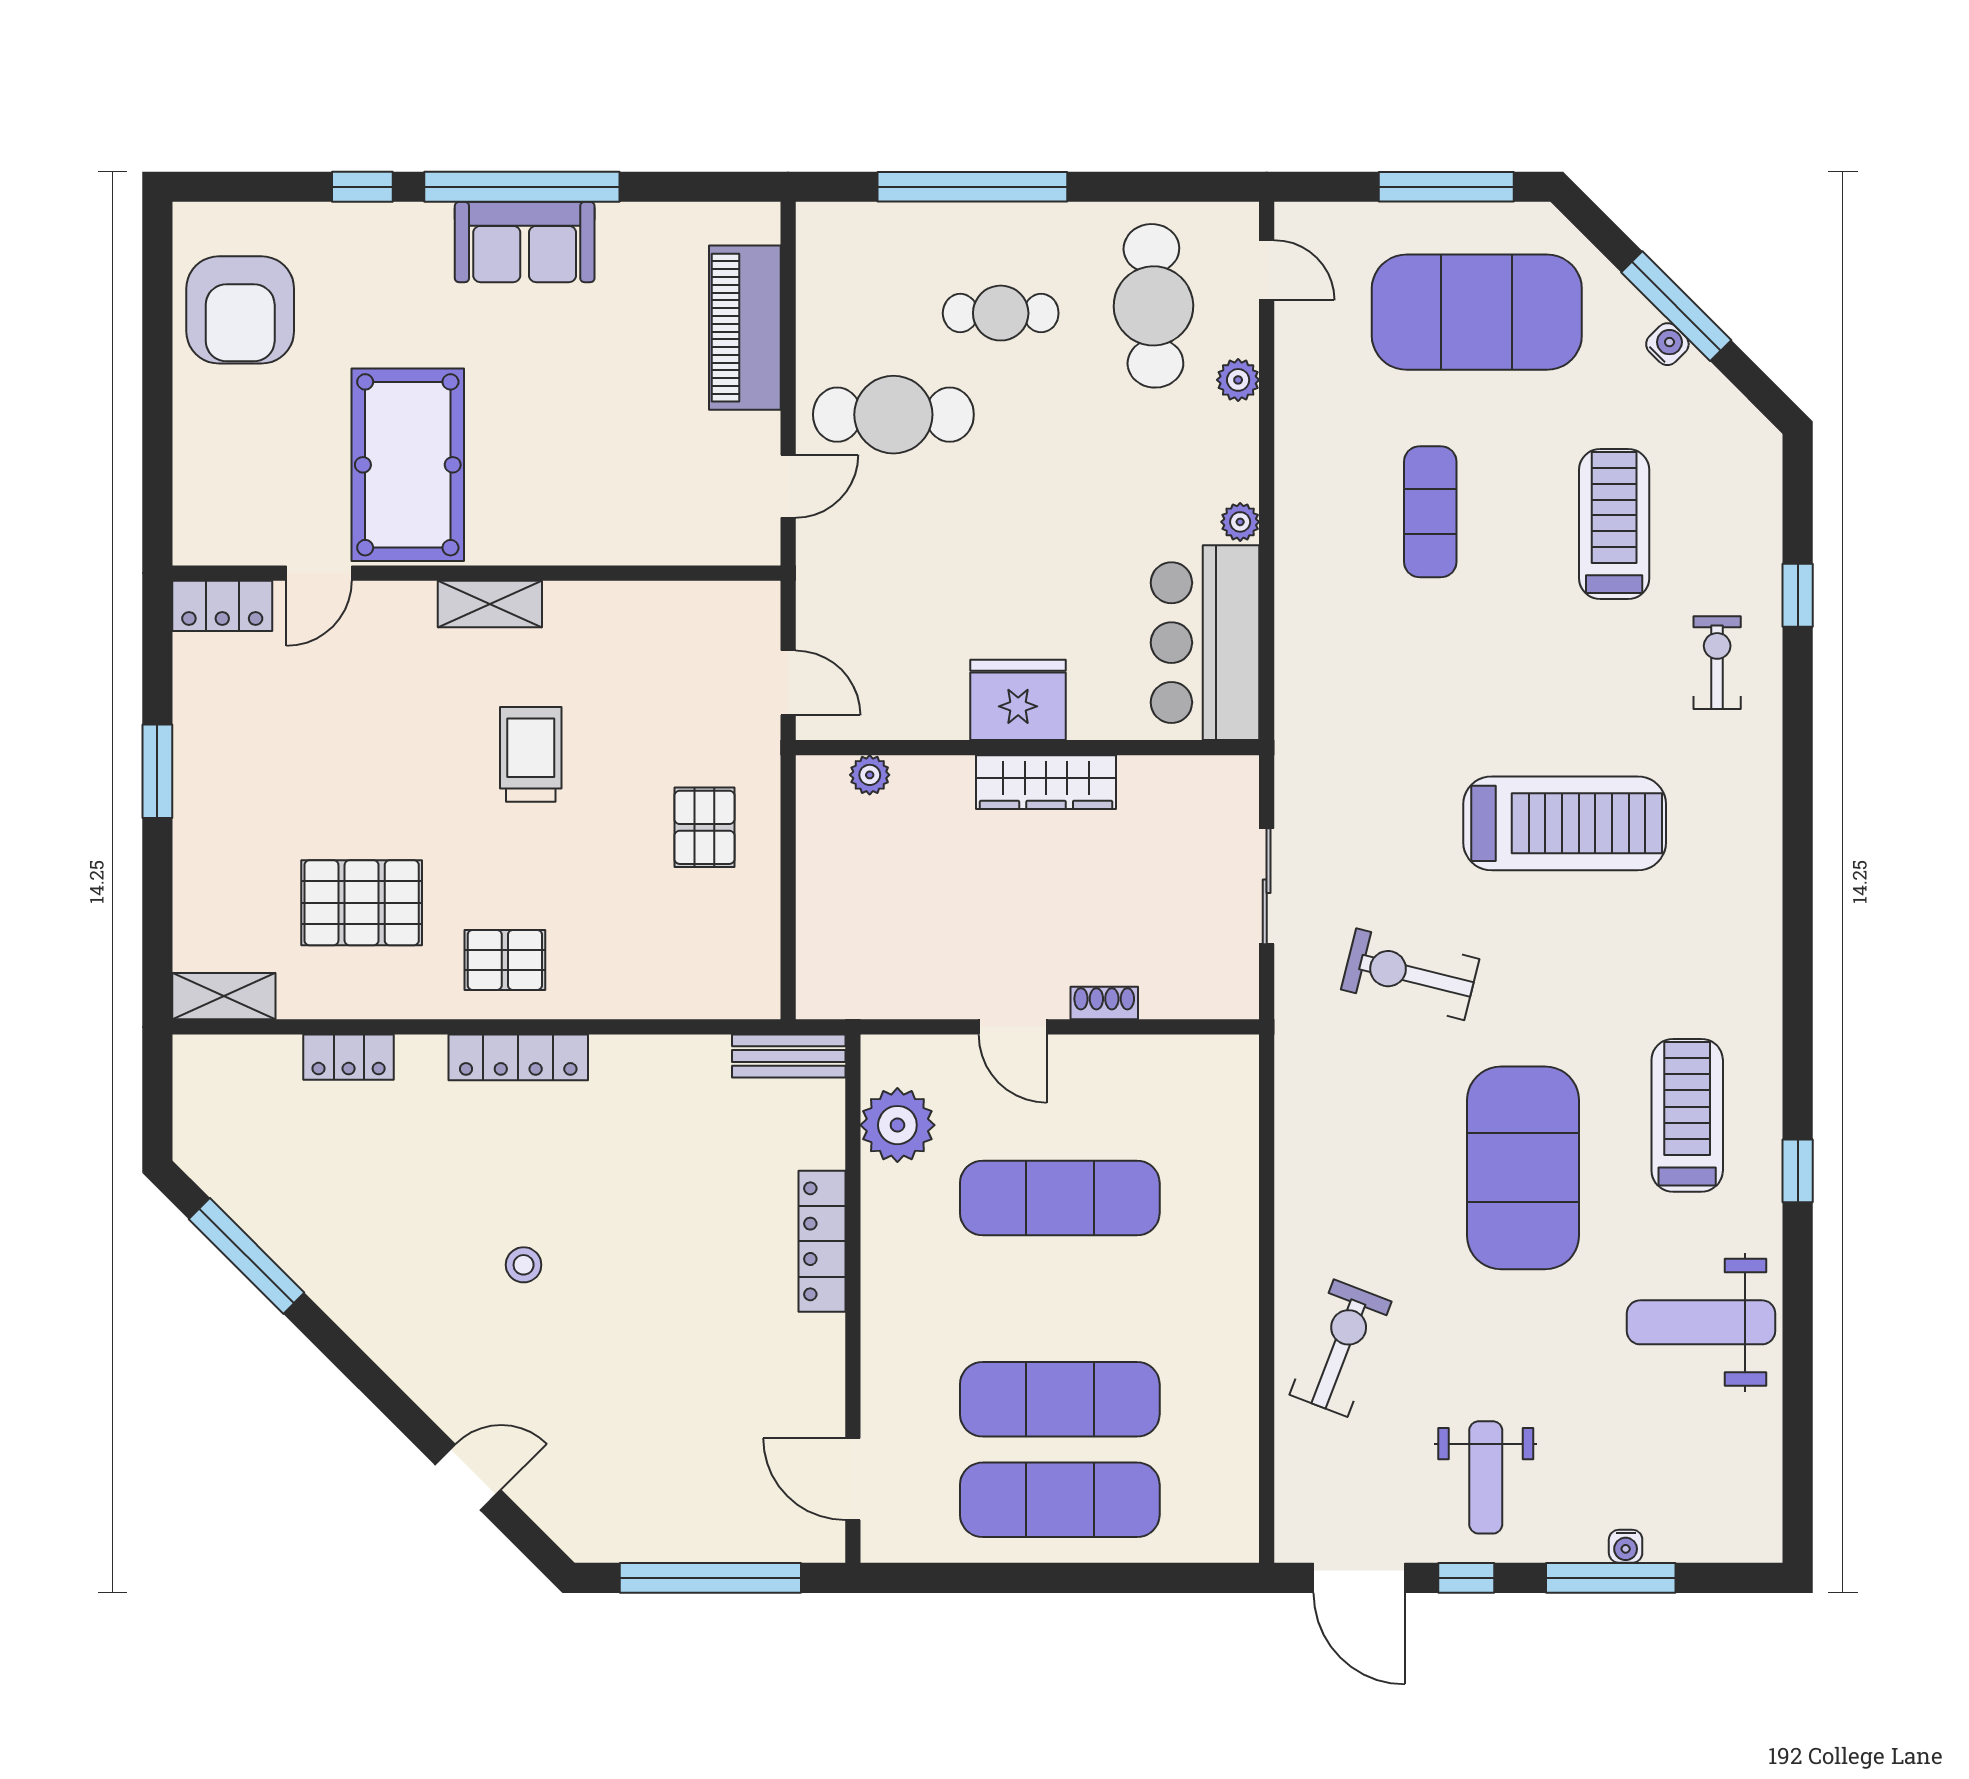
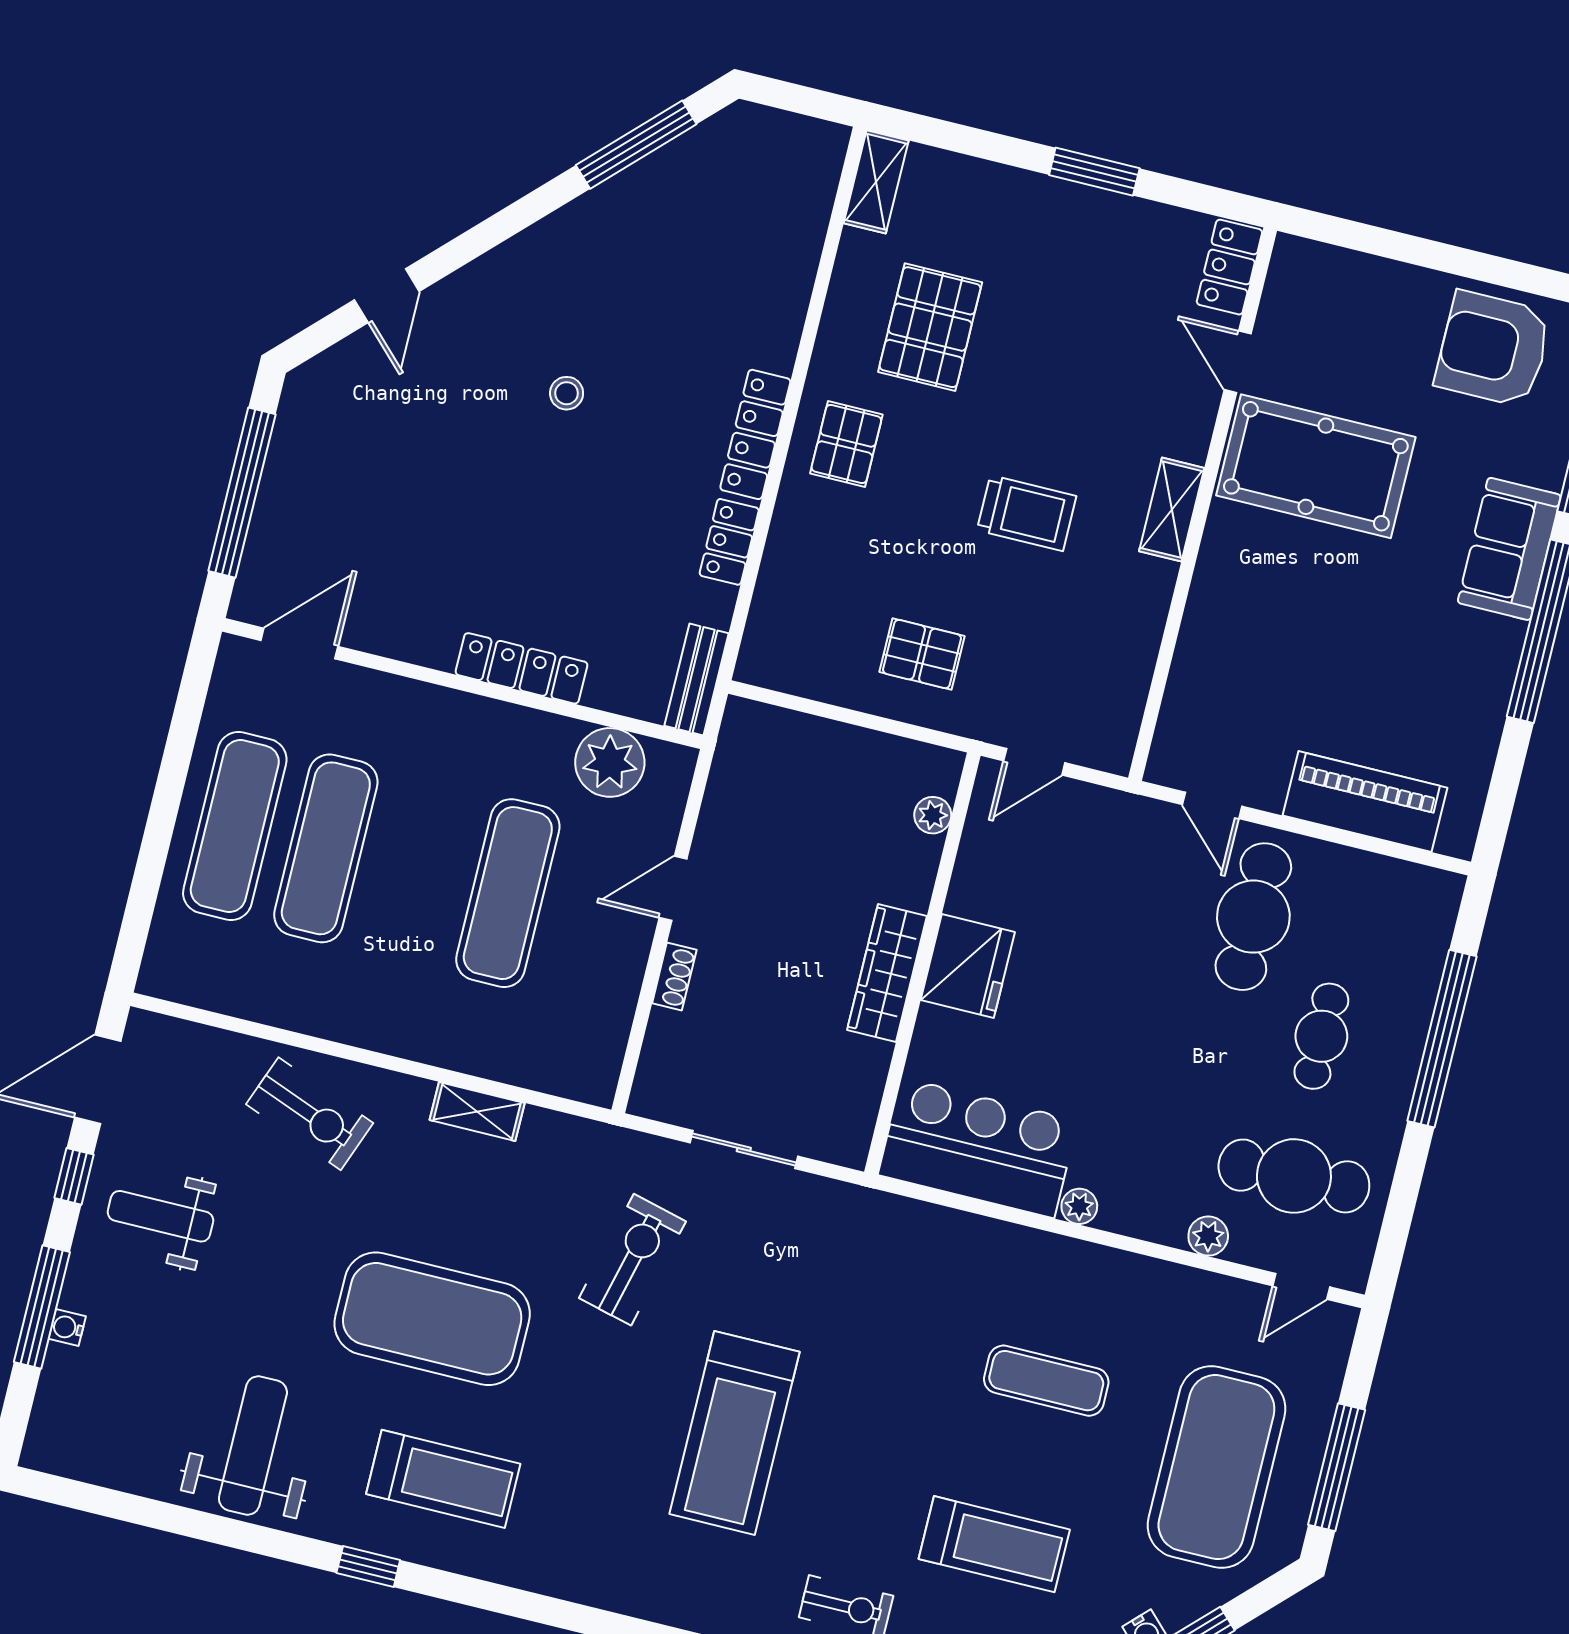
sofa: (525, 242) -> (1509, 549), moved
locker: (349, 1057) -> (729, 542), moved
shelving: (1295, 1174) -> (477, 1112), added

